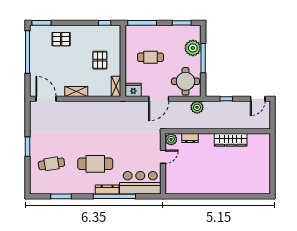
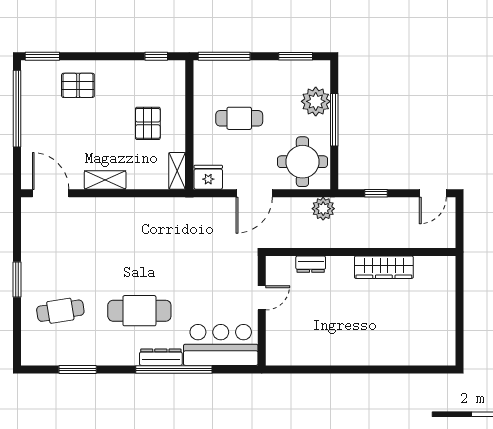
plant: (171, 139) -> (276, 266), removed

